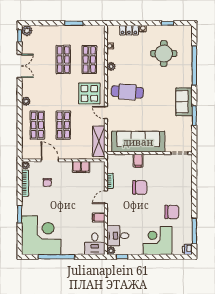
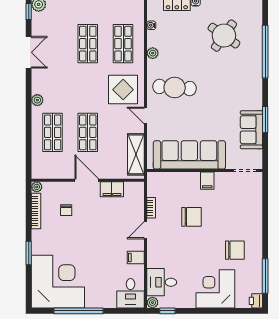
round table: (164, 54) -> (224, 36), turned 35
sofa: (184, 102) -> (251, 130), moved
door: (50, 160) -> (87, 180), moved
filing cabinet: (138, 161) -> (207, 181), moved

